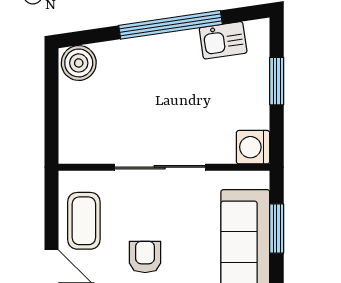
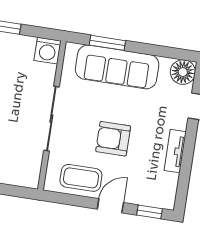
armchair: (145, 257) -> (113, 139), width x1.38, depth x1.38

